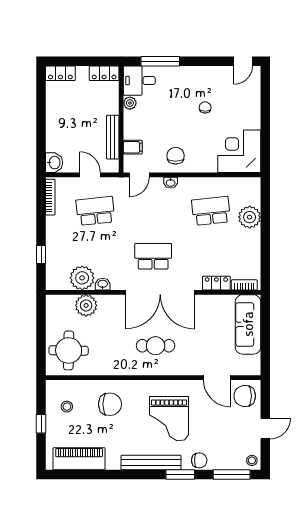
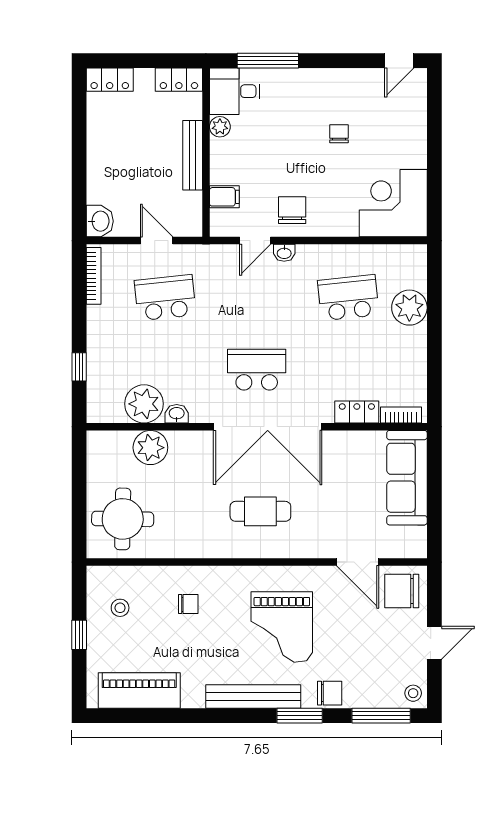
bench: (113, 137) -> (193, 155), moved
door: (139, 175) -> (255, 241), moved
chair: (110, 404) -> (188, 604), width x0.54, depth x0.54

